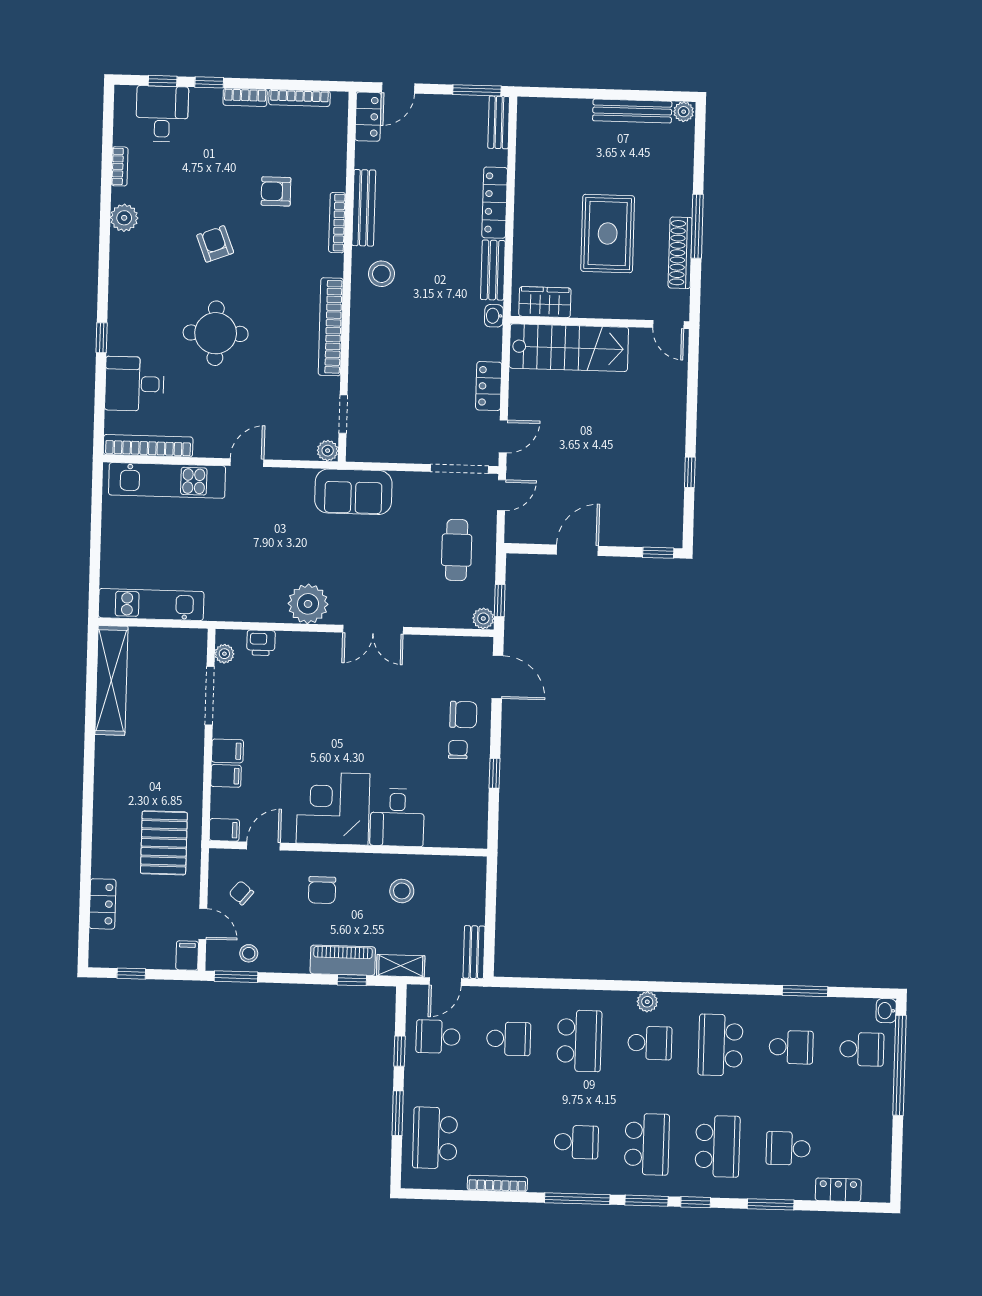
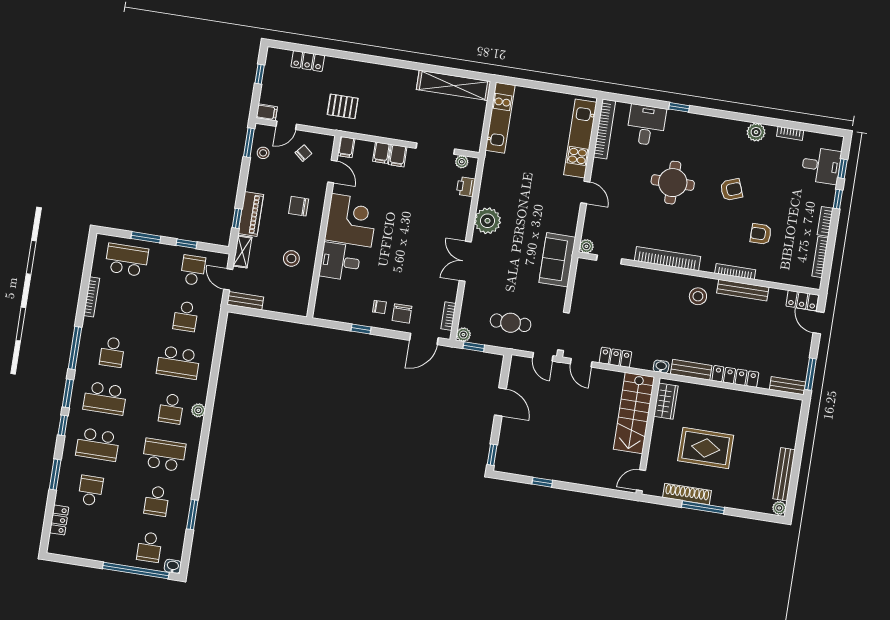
armchair: (276, 191) -> (761, 234), turned -90
bookcase: (458, 644) -> (448, 316), added
pallet: (164, 843) -> (343, 106), width x0.67, depth x0.71

